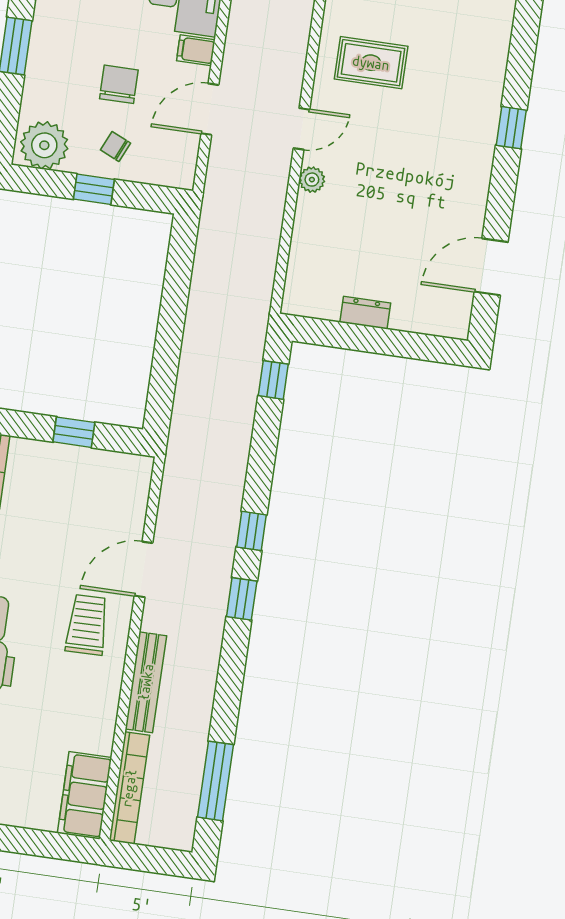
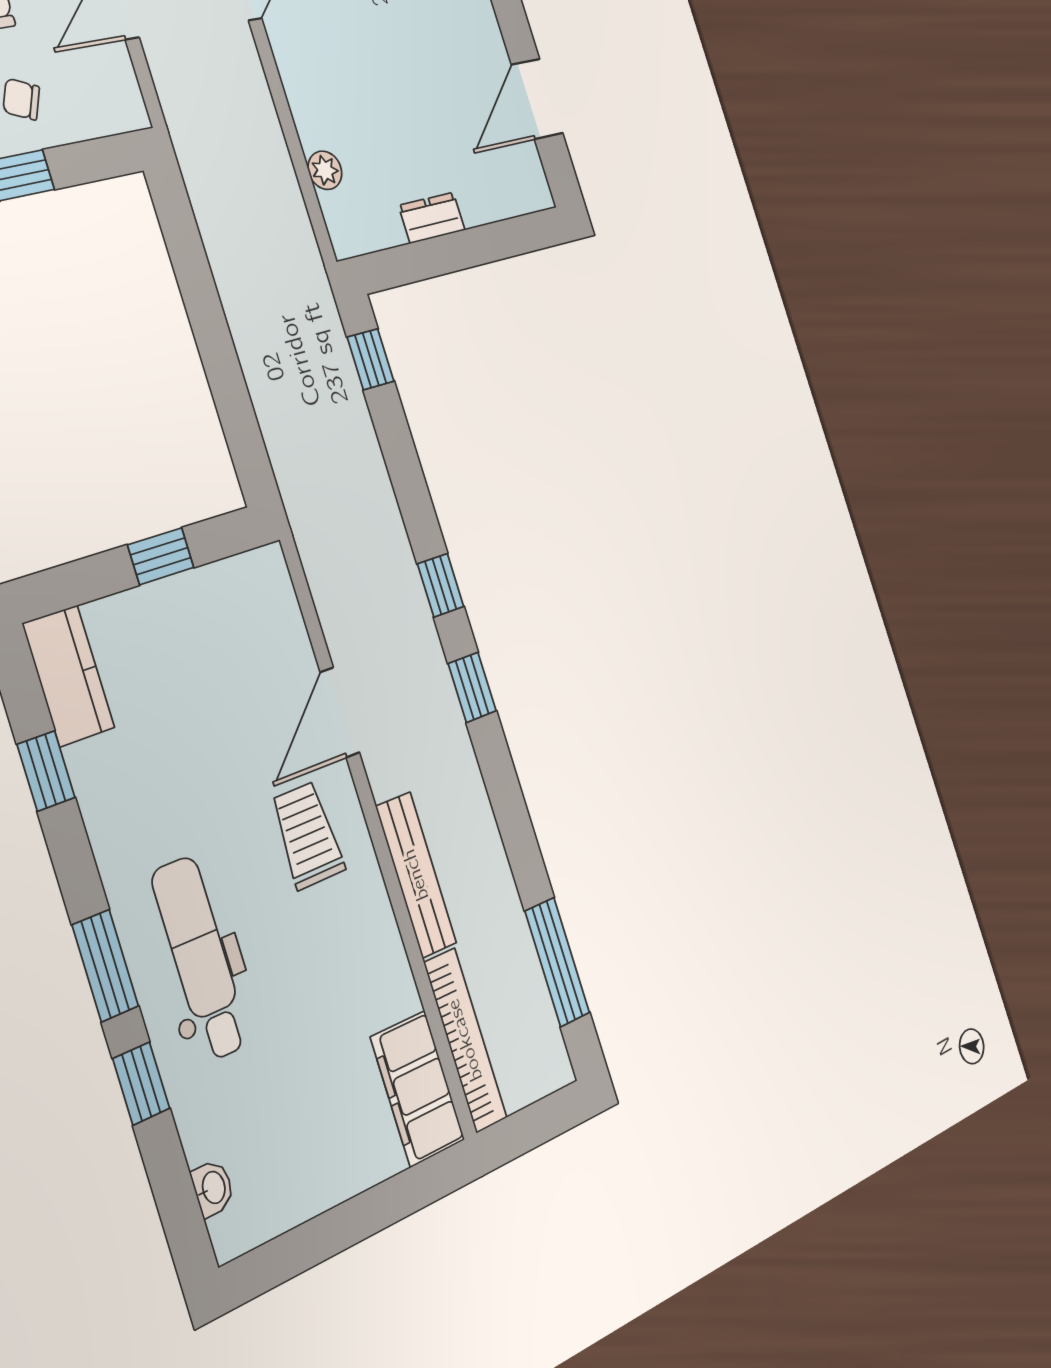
plant: (312, 180) -> (325, 170), moved

